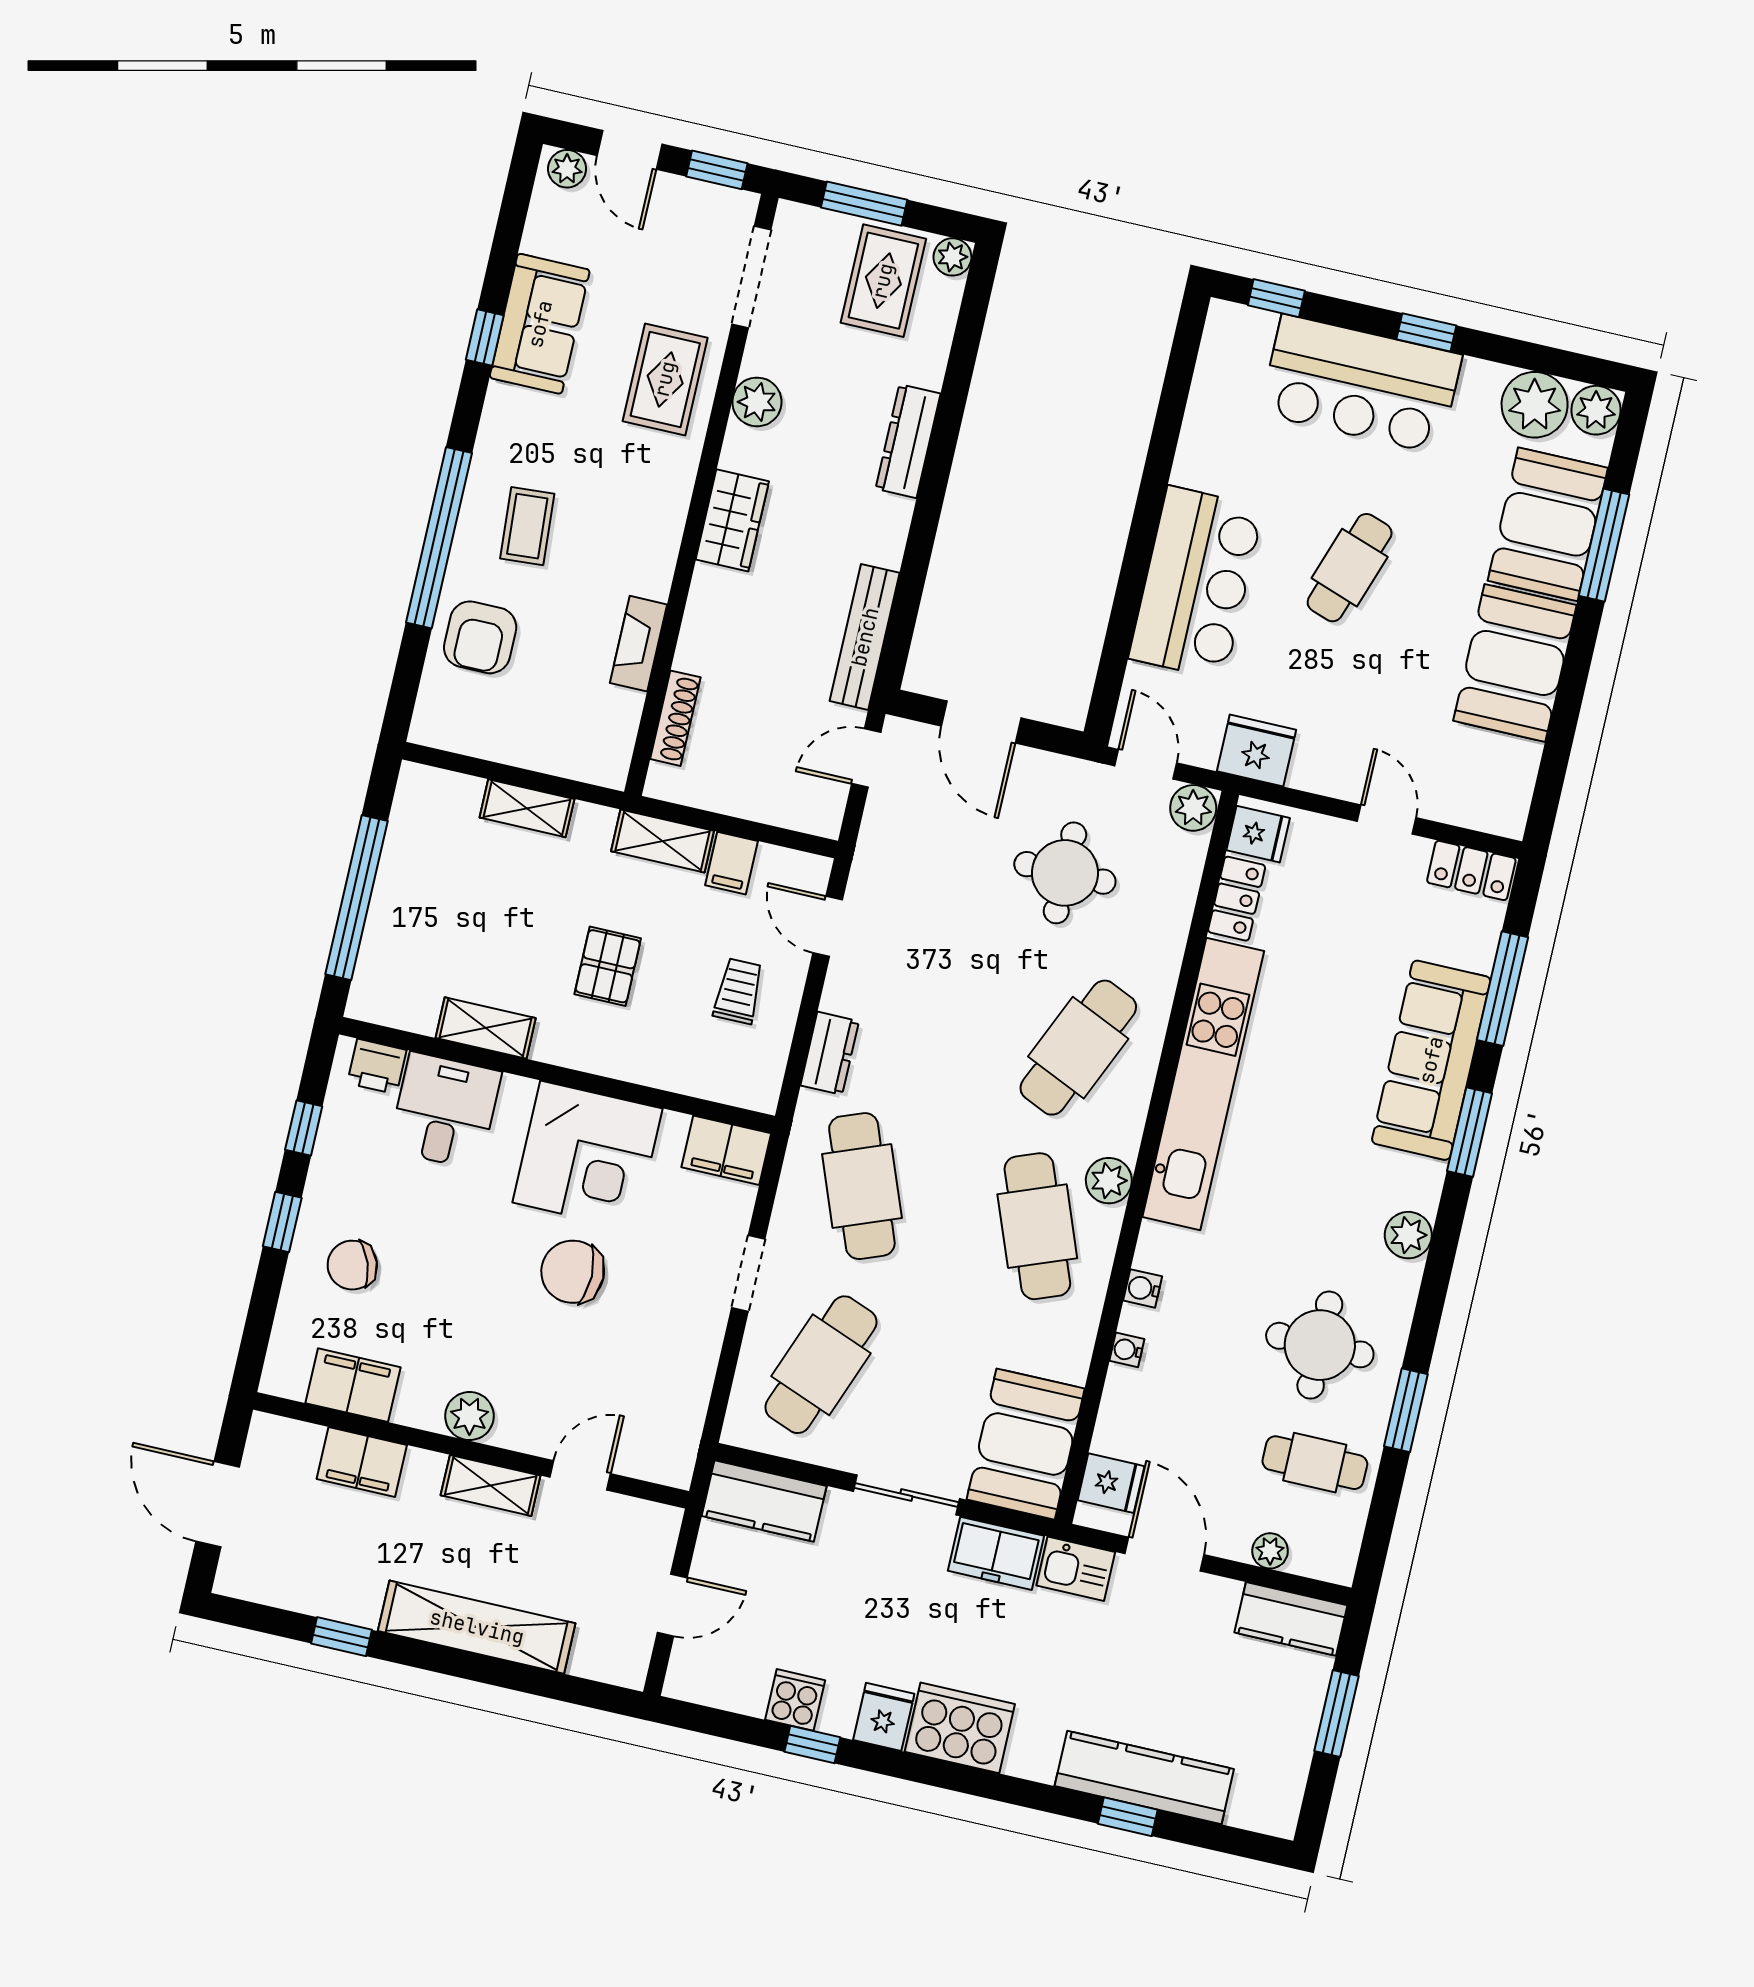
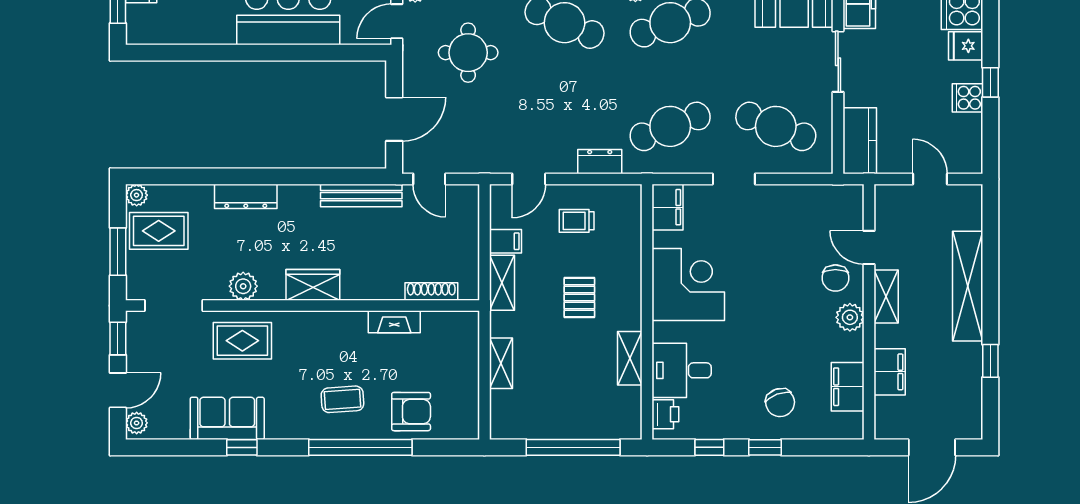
pallet: (608, 966) -> (579, 298), turned 90
chair: (573, 1272) -> (835, 278), moved, width x0.73, depth x0.73

